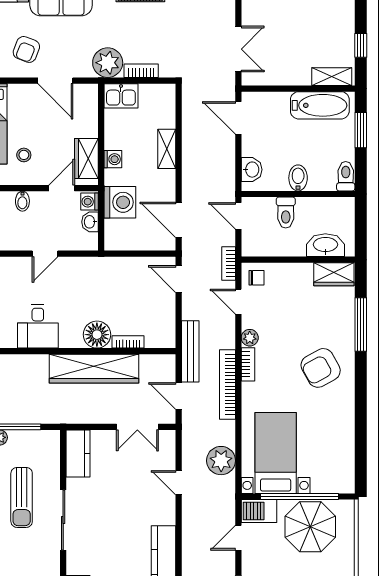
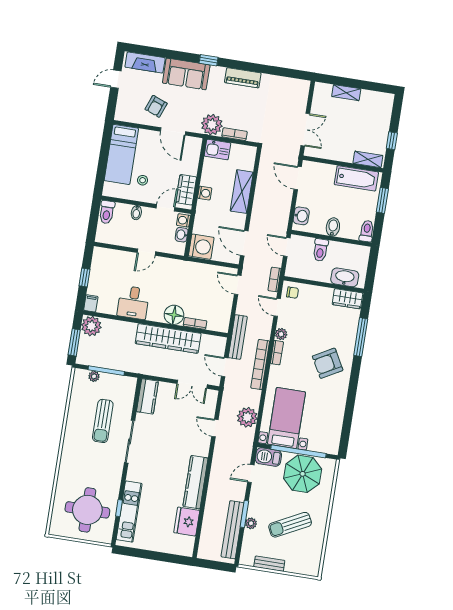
shelving: (167, 149) -> (242, 192), width x1.50, depth x1.33
washing machine: (120, 202) -> (201, 247), moved

